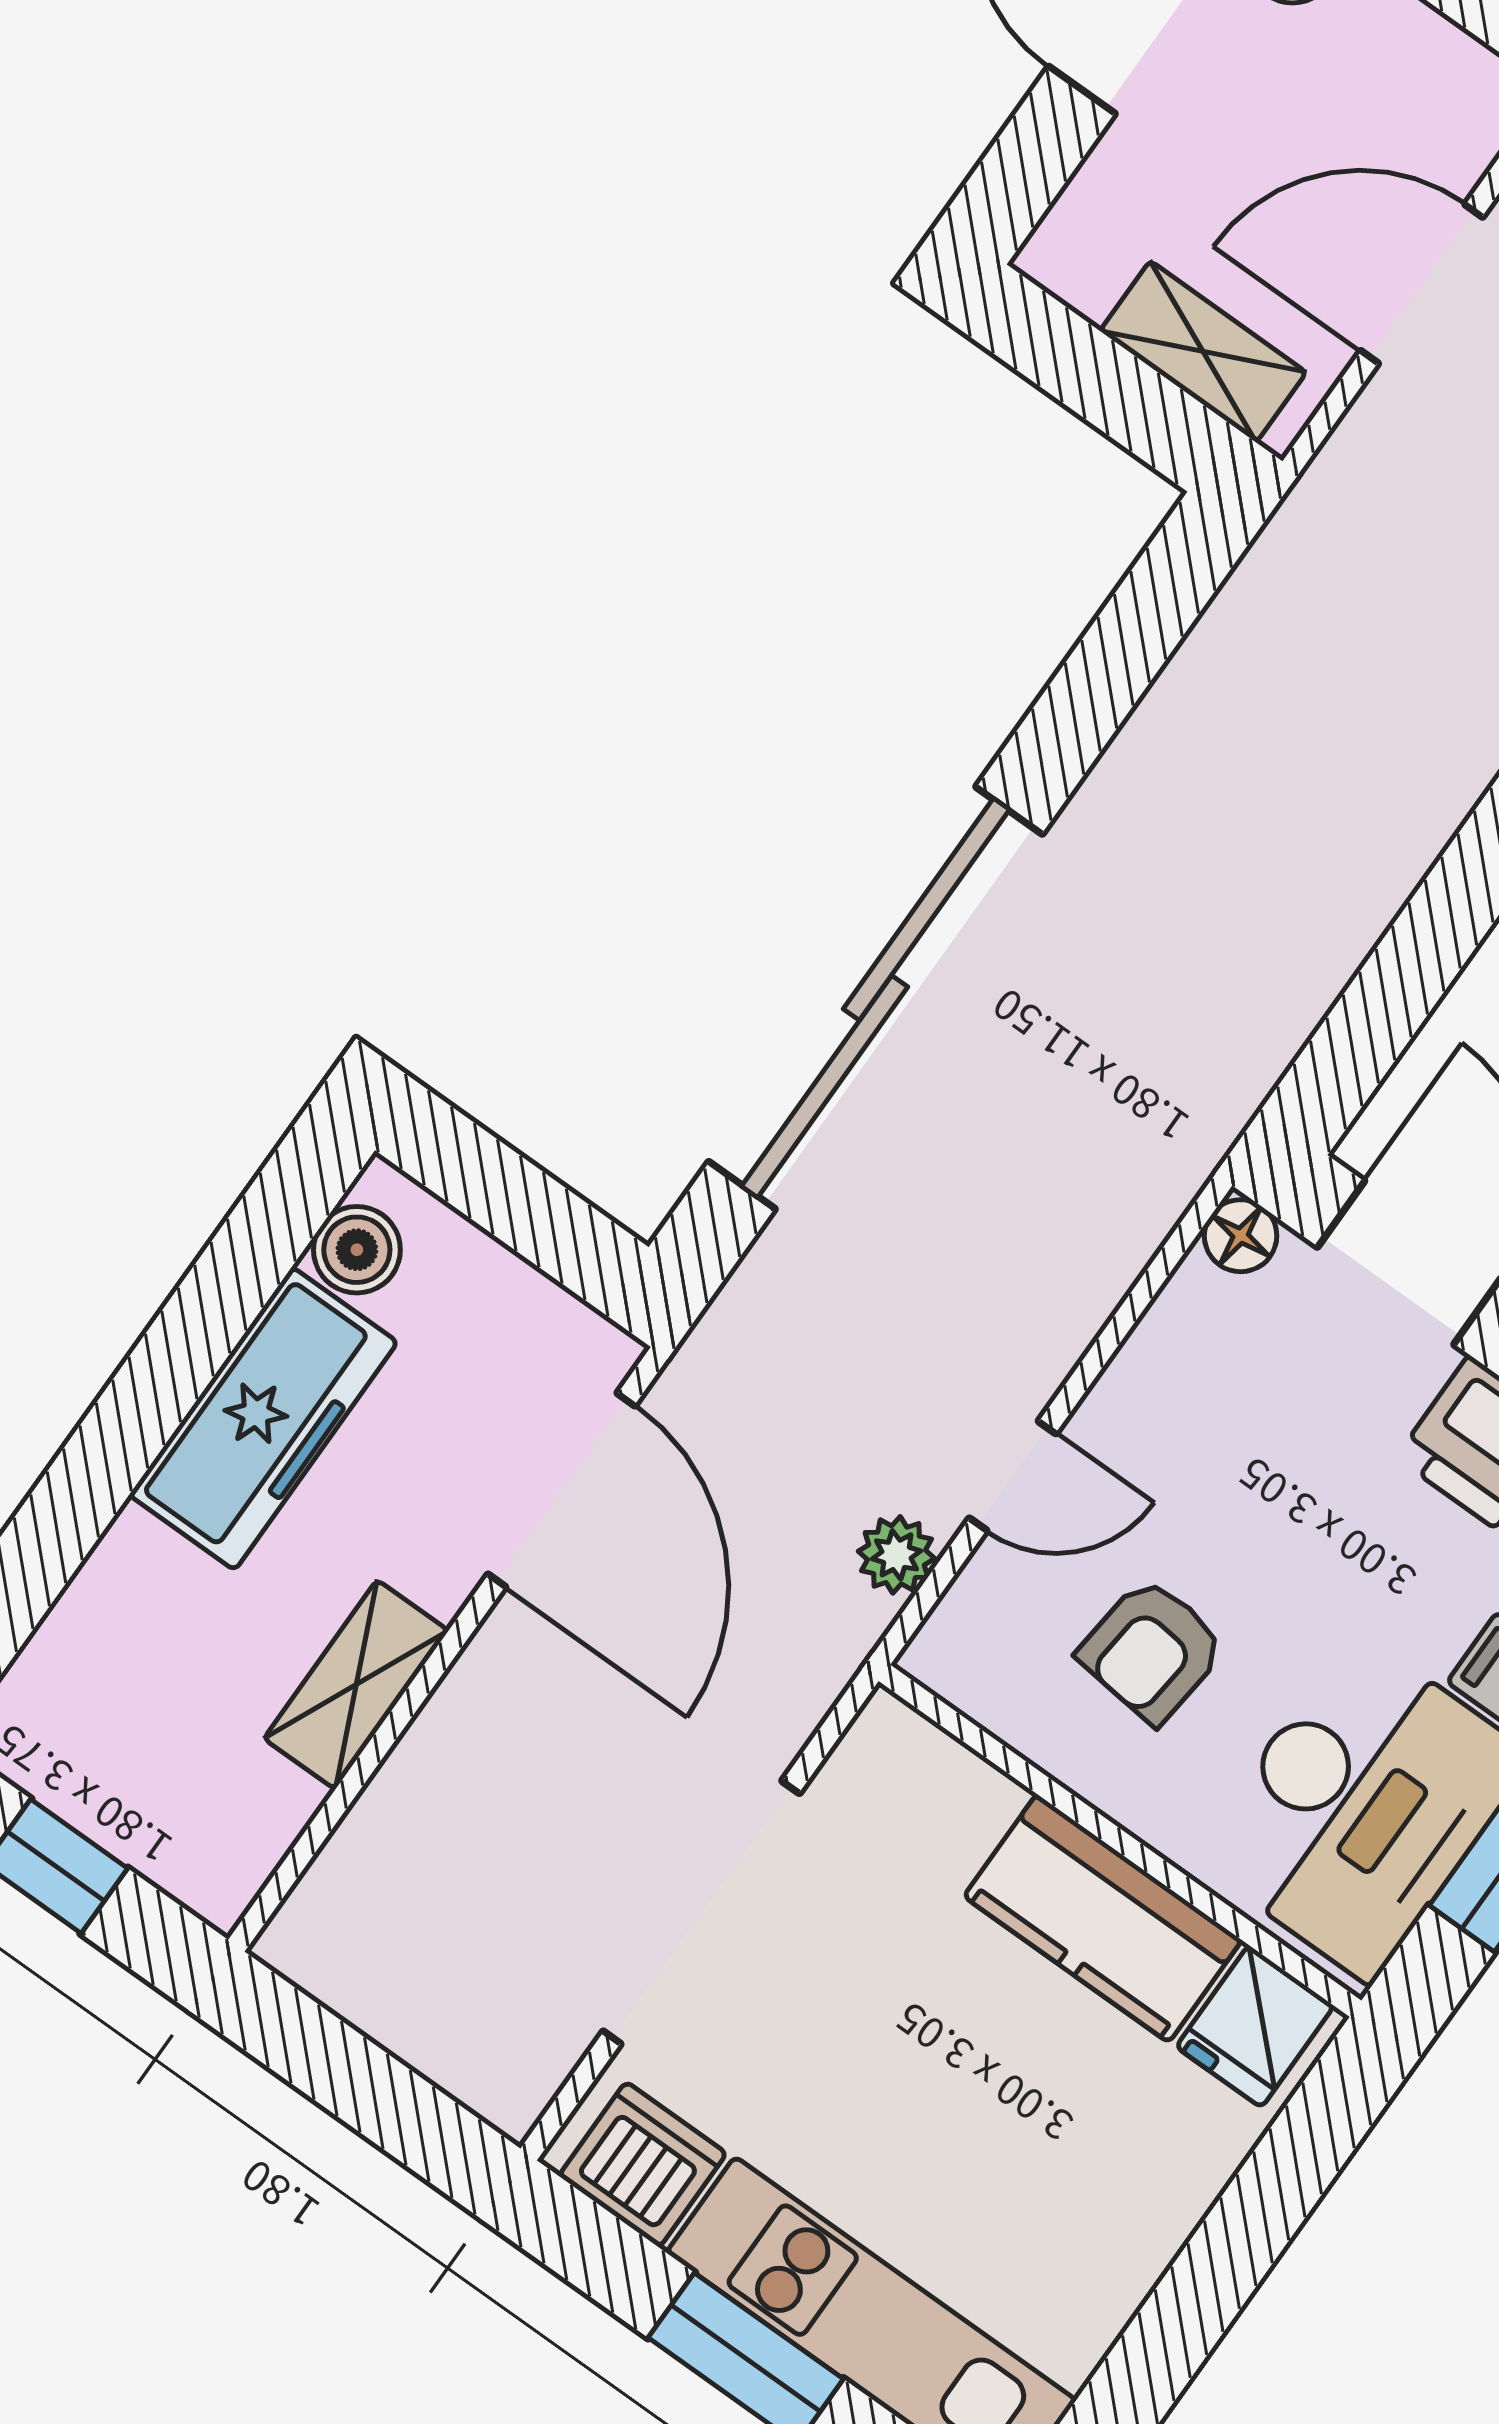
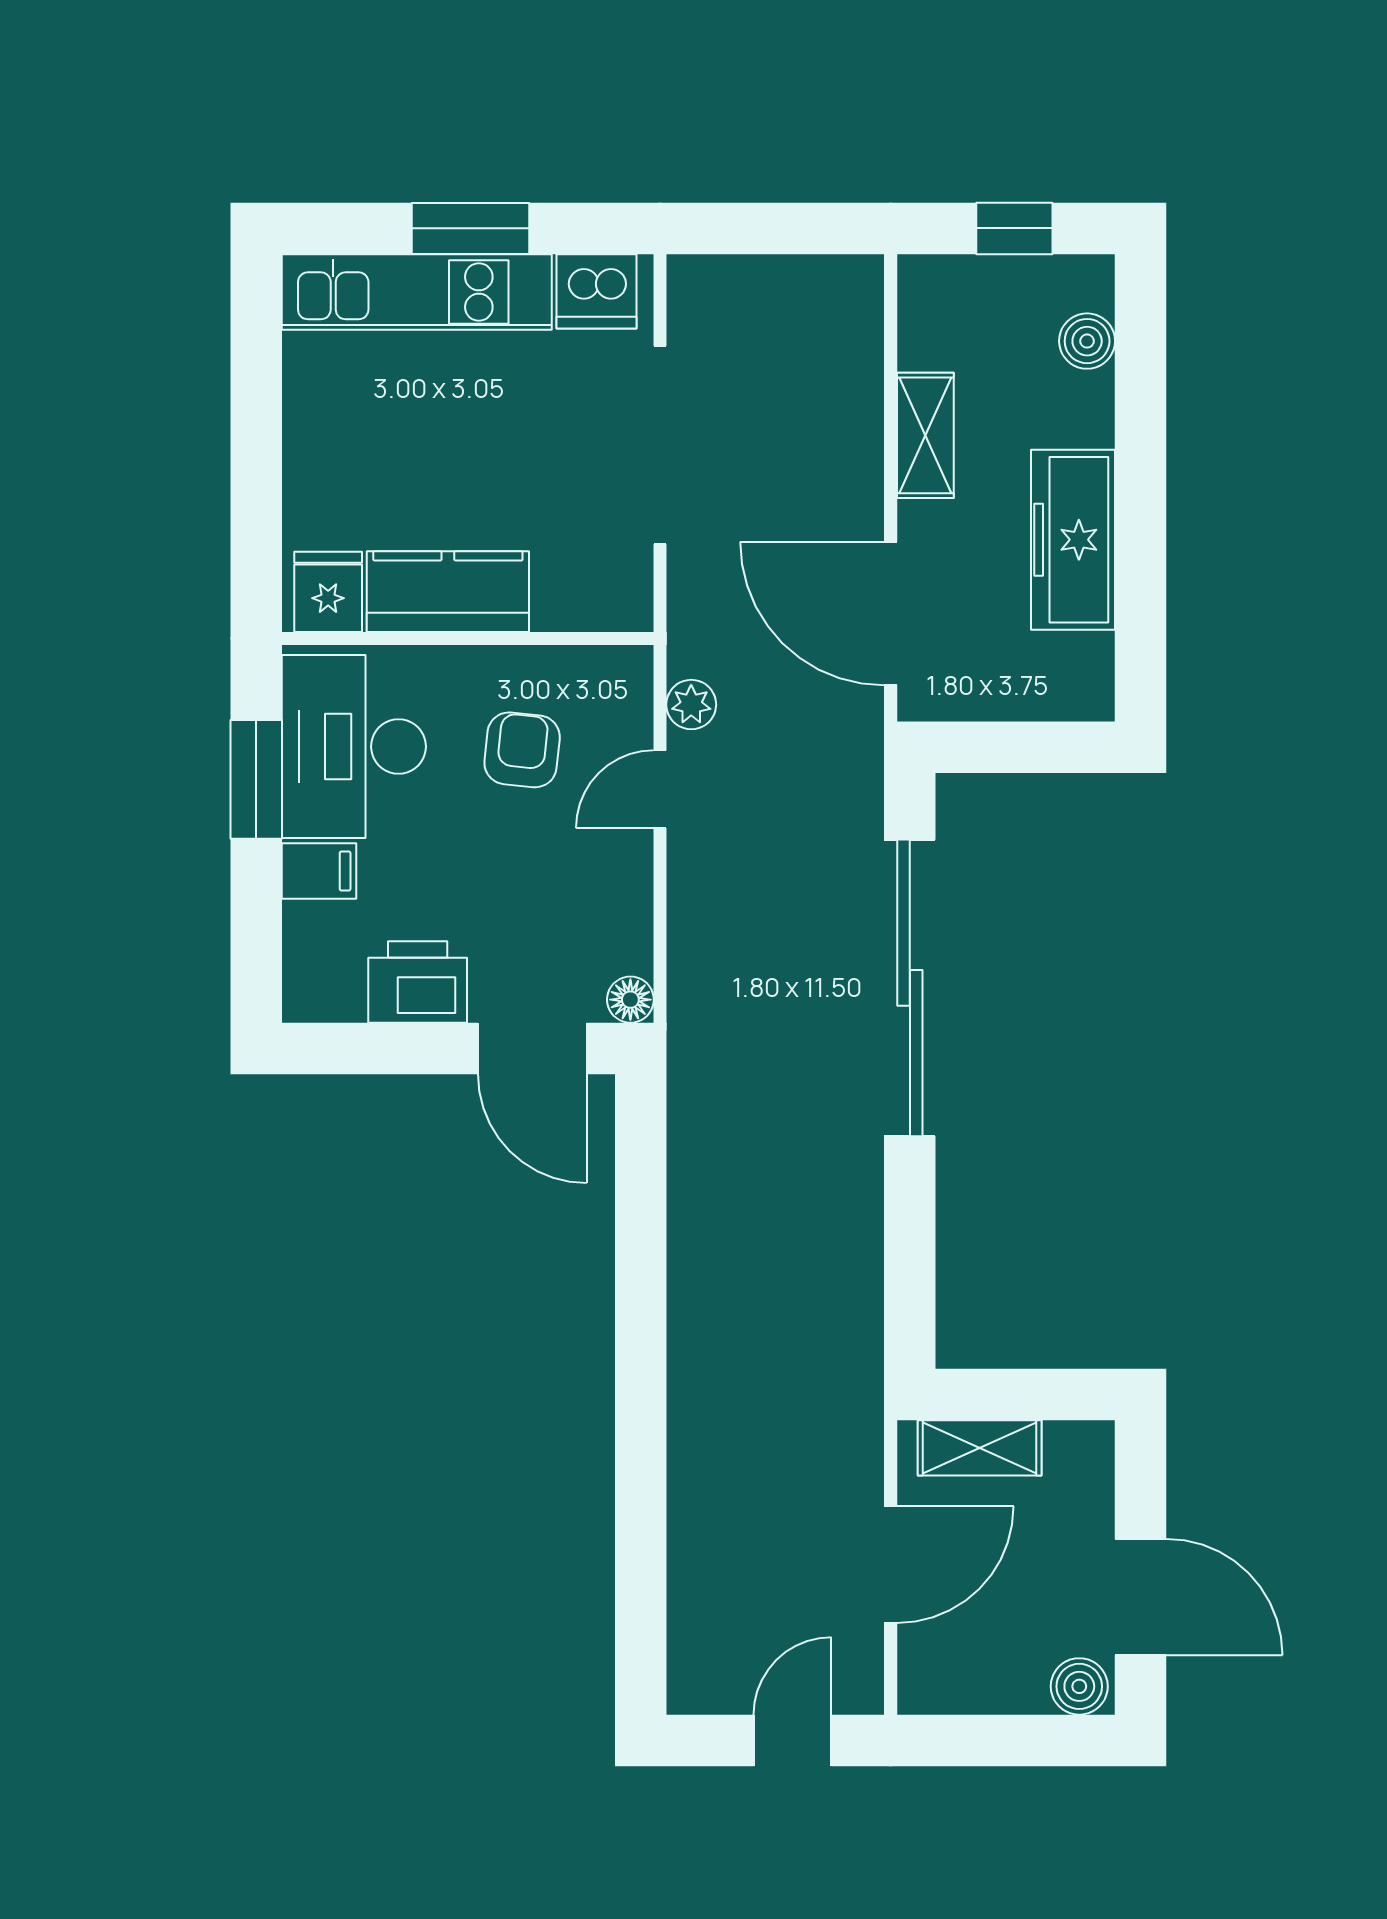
boiler: (357, 1250) -> (1087, 341), moved

